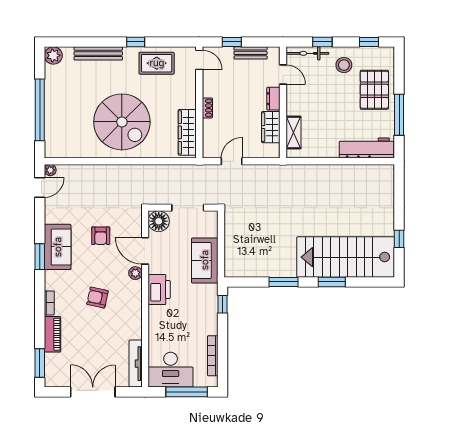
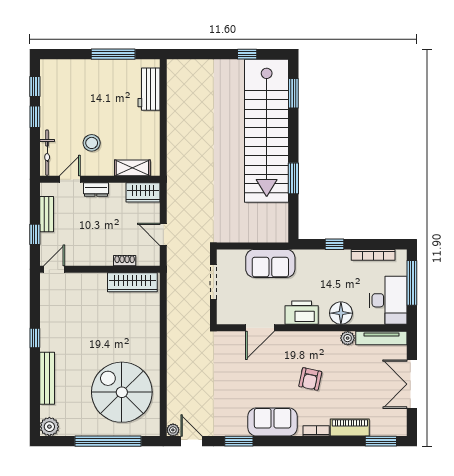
window: (322, 42) -> (35, 117), moved
rug: (157, 63) -> (58, 315), removed
stool: (344, 65) -> (92, 143), moved
pallet: (374, 90) -> (86, 81), removed
shoe rack: (207, 108) -> (125, 261), moved
spiral stairs: (122, 122) -> (122, 392), moved, turned -90
wardrobe: (271, 127) -> (143, 192), moved
workbench: (366, 148) -> (149, 89), width x0.73
floor lamp: (159, 221) -> (341, 313), moved
armchair: (101, 236) -> (244, 376), removed
sofa: (58, 247) -> (273, 422), moved
window: (40, 257) -> (239, 441), moved
stairs: (346, 257) -> (267, 131), width x1.36
plant: (135, 273) -> (348, 338), moved
window: (332, 282) -> (293, 93), moved
window: (223, 304) -> (334, 244), moved

